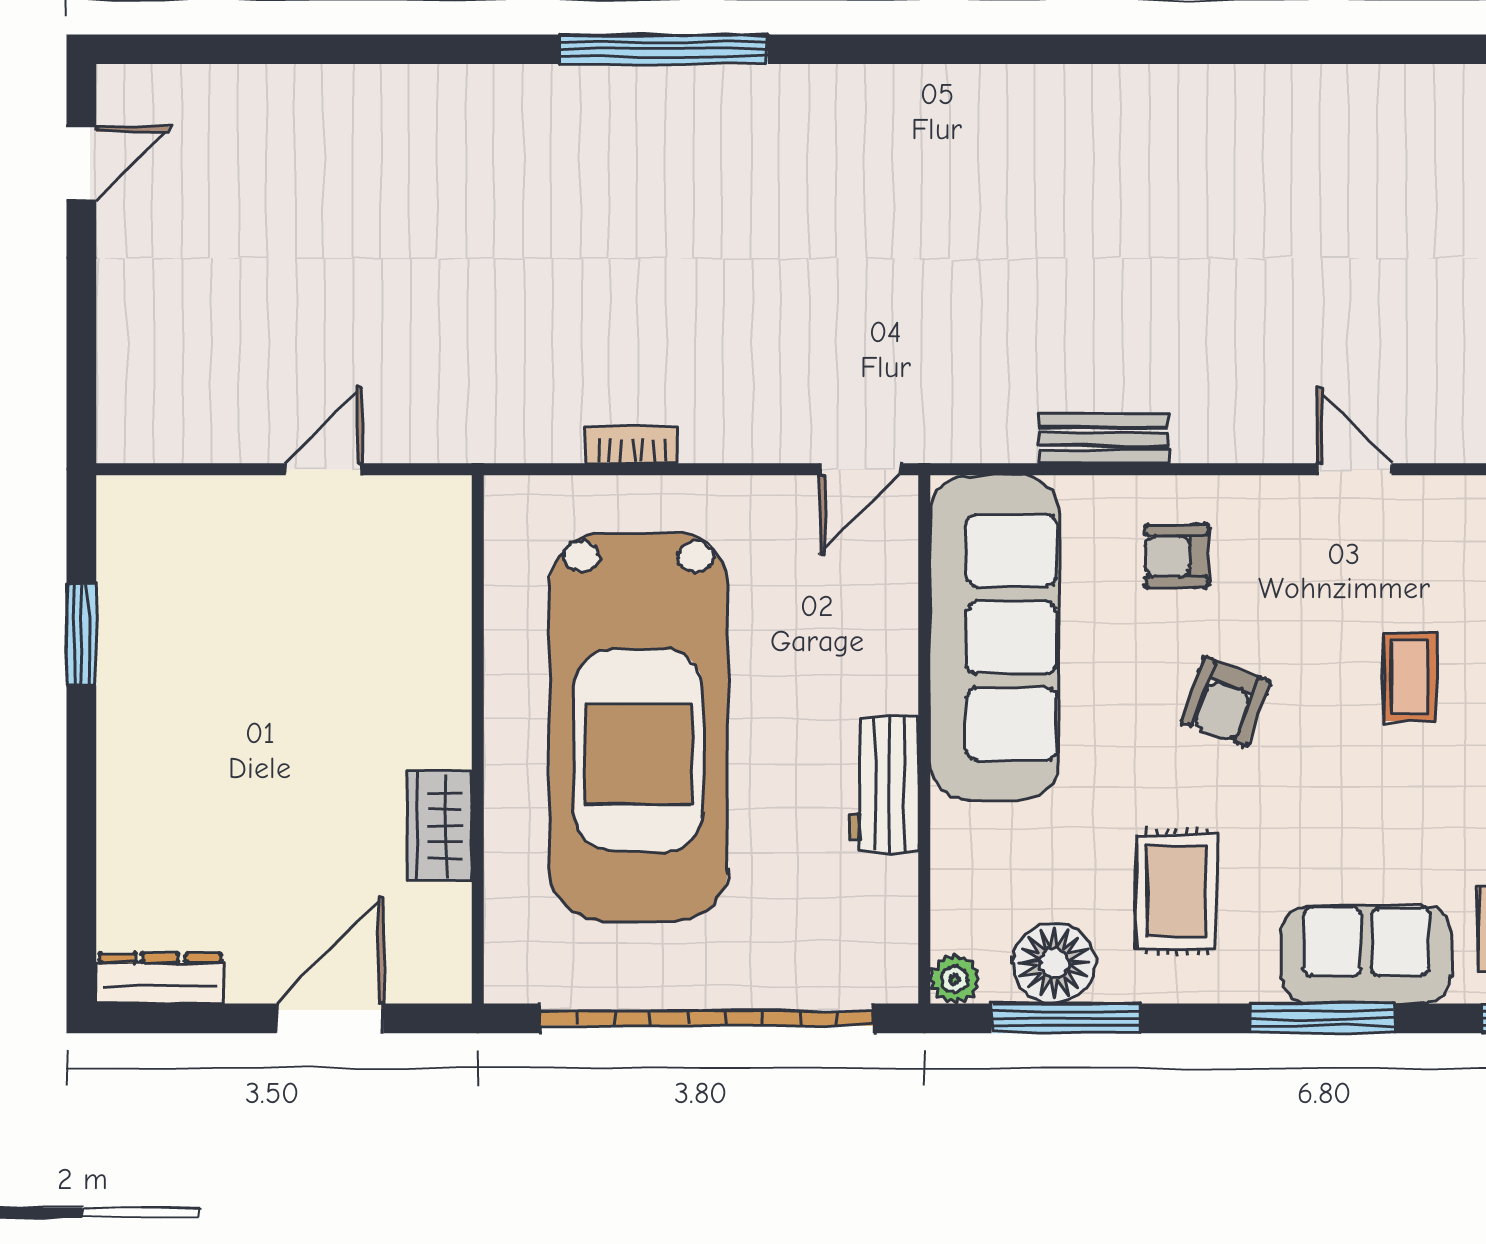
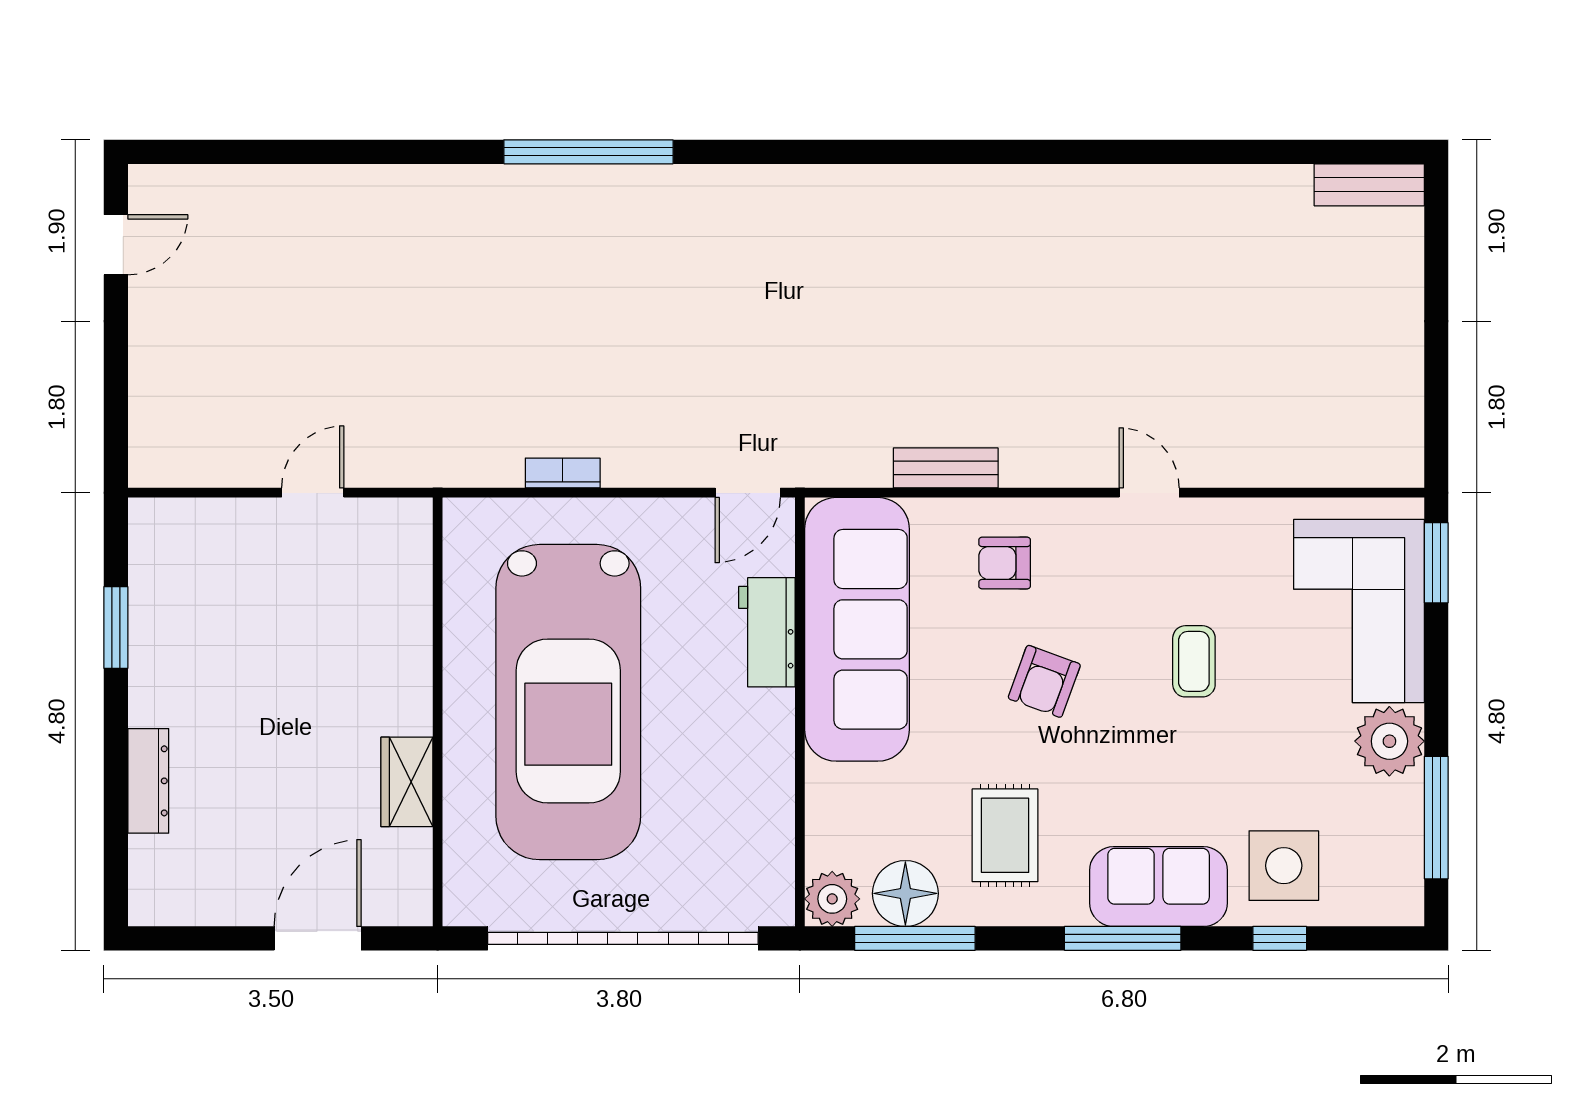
workbench: (884, 784) -> (767, 632), moved
dresser: (160, 978) -> (148, 781), moved, turned 90
plant: (955, 979) -> (832, 899), width x1.38, depth x1.38

